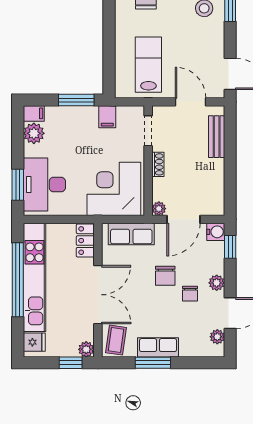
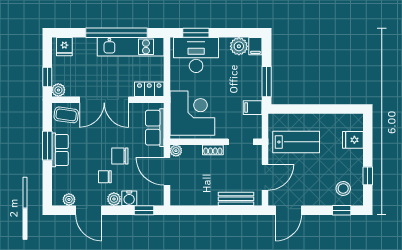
water cooler: (216, 232) -> (129, 198), moved
kitchen unit: (35, 277) -> (131, 47), width x0.73

